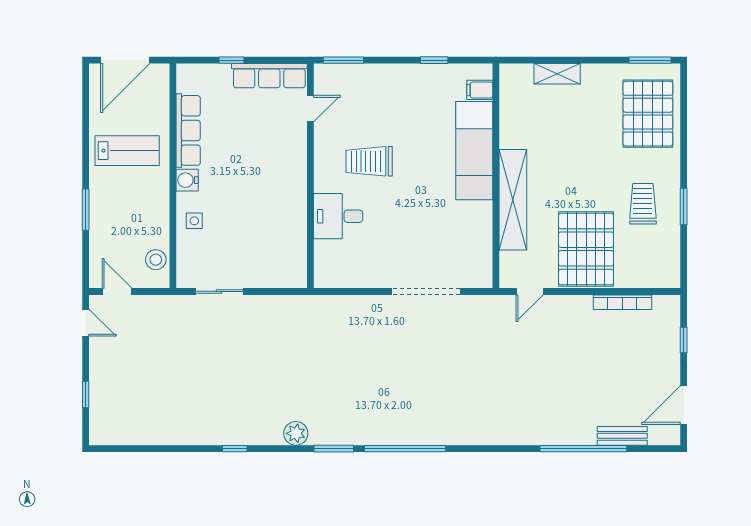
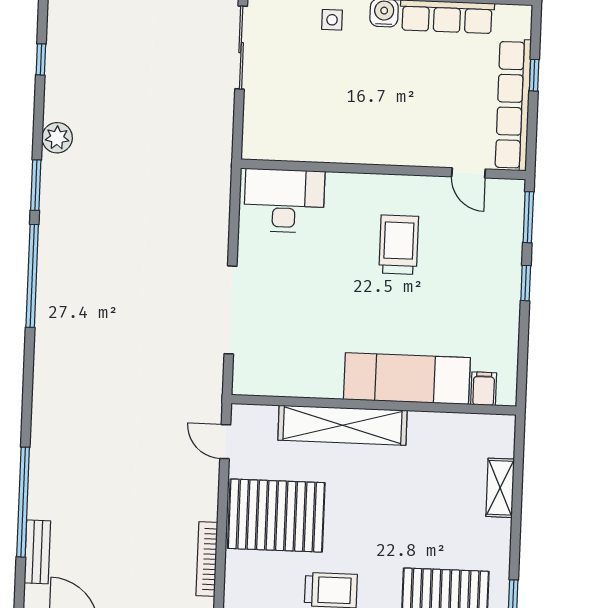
window: (434, 60) -> (526, 283), moved
row of seats: (269, 76) -> (513, 105), width x1.36
desk: (338, 216) -> (284, 201), moved, width x1.37
sliding door: (219, 291) -> (241, 48), width x1.37

